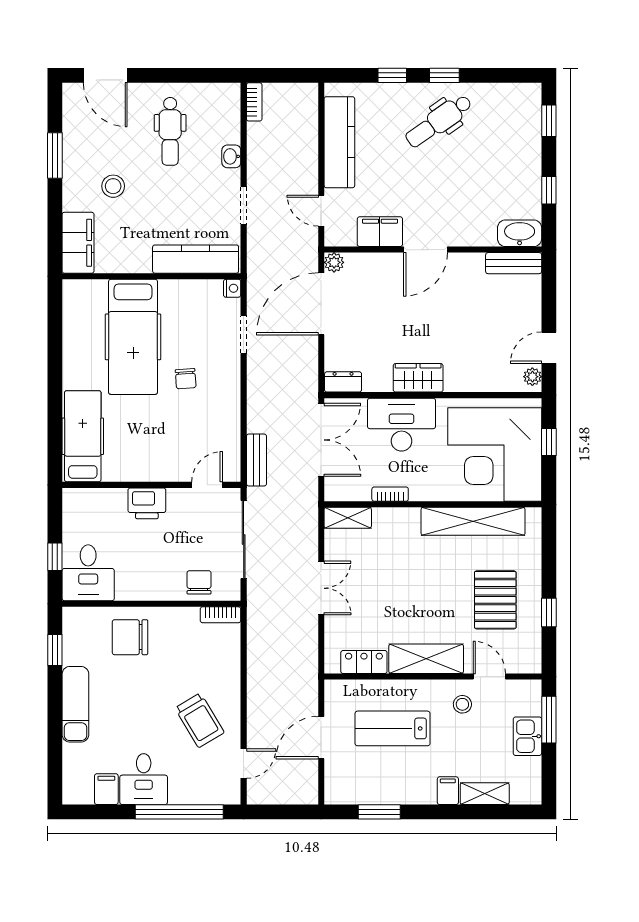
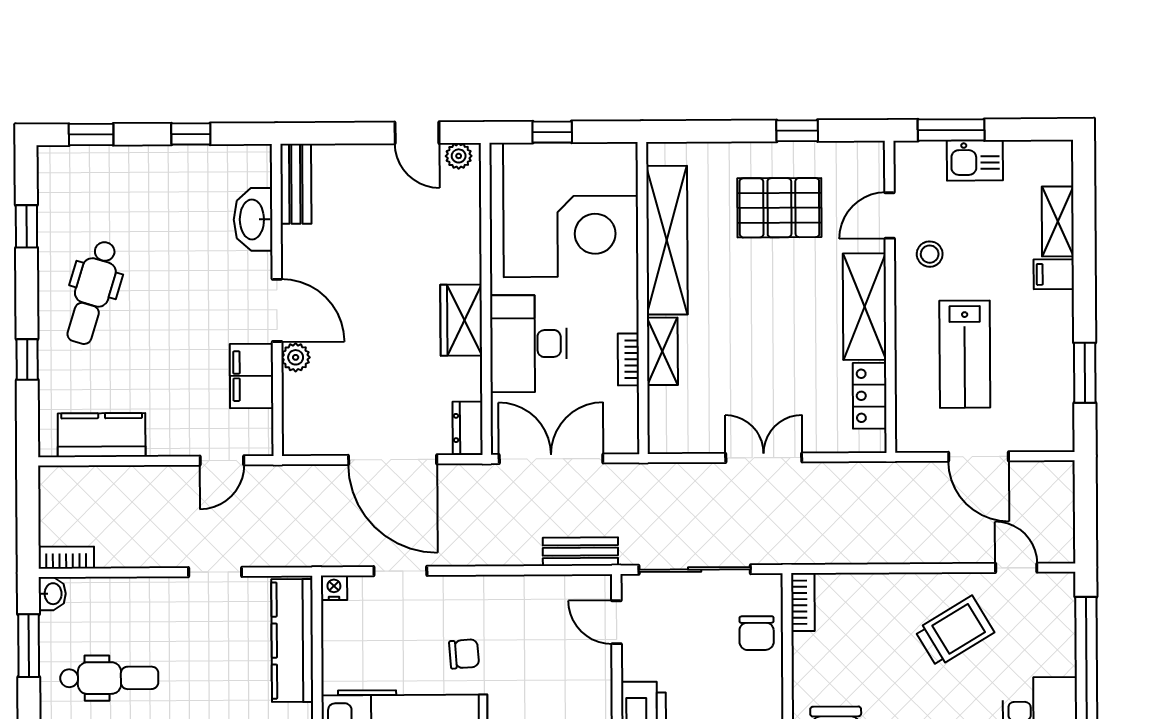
window: (193, 75) -> (29, 646), added
window: (444, 75) -> (26, 226), moved
dental chair: (439, 121) -> (92, 292), turned 52
kitchen counter: (339, 142) -> (102, 435), width x0.67
washbasin: (231, 156) -> (52, 594), moved, turned -90
washbasin: (520, 233) -> (253, 219), moved
plant: (334, 262) -> (296, 357), moved
door: (321, 304) -> (393, 460), moved
shelving: (348, 518) -> (662, 351), moved
chair: (199, 582) -> (757, 633), turned -90

